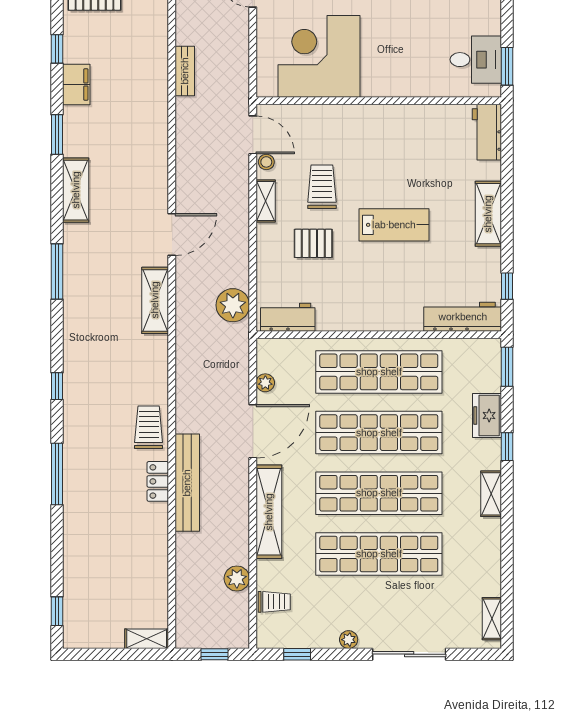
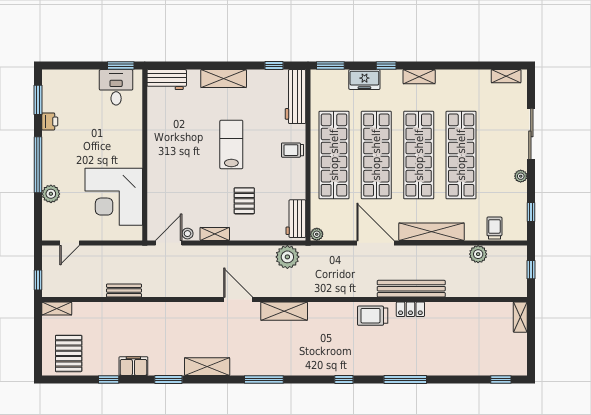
trolley: (322, 187) -> (292, 150), moved, width x0.73, depth x0.72
plant: (265, 383) -> (317, 234), moved

